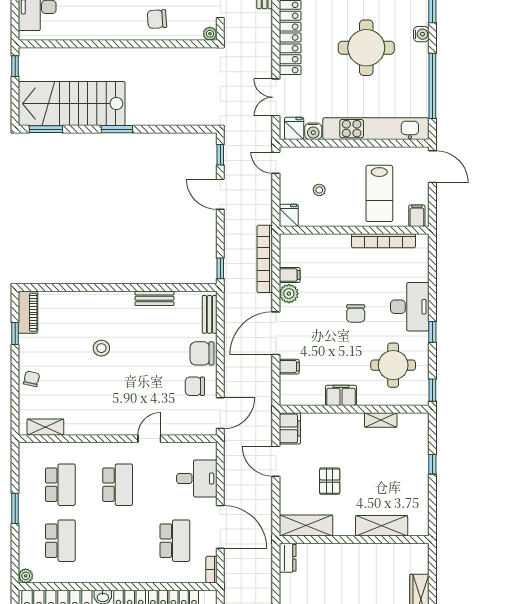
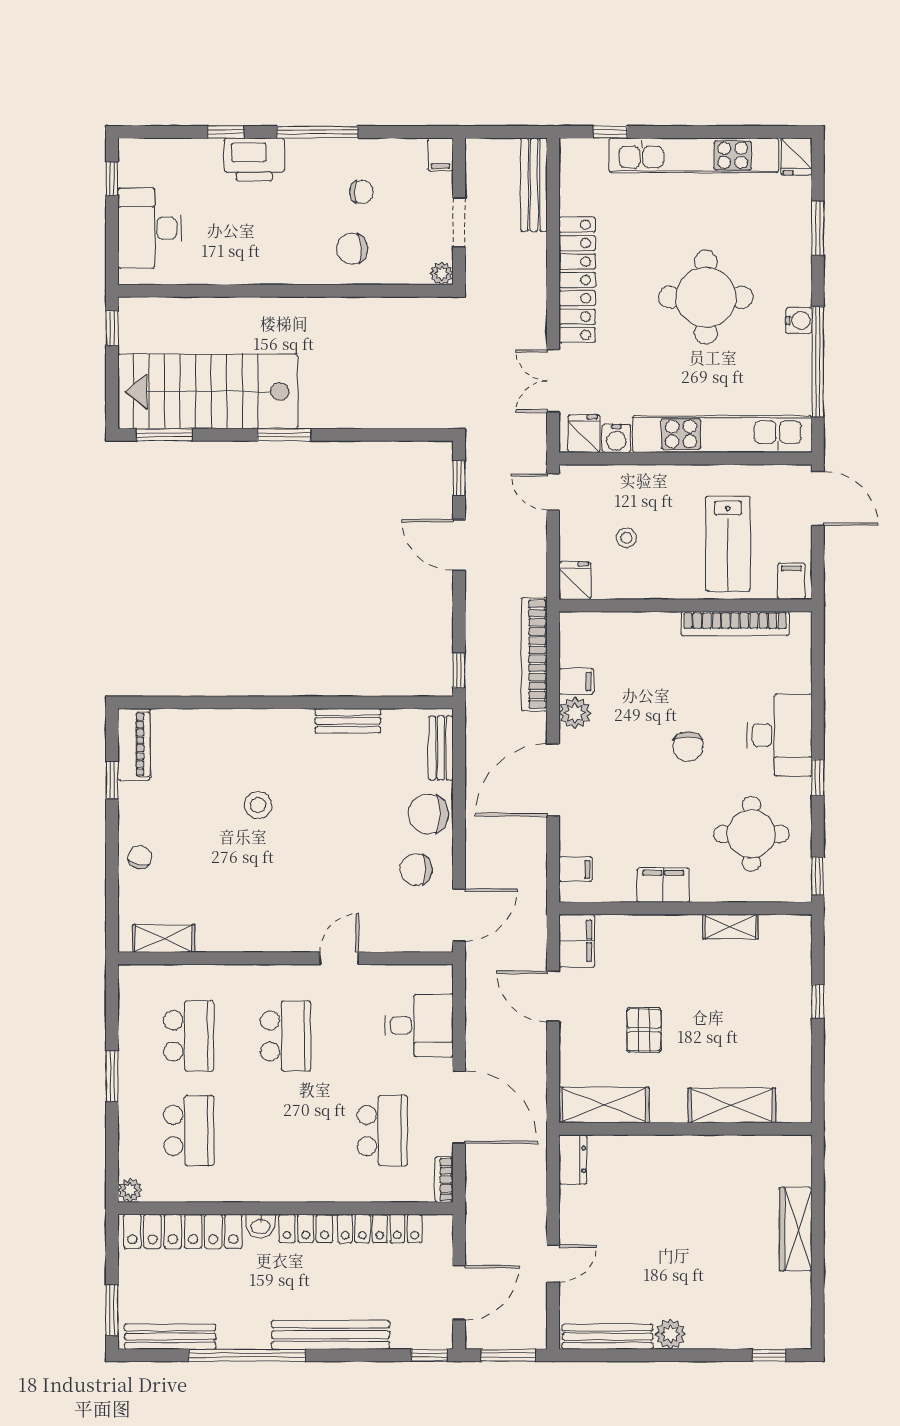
water cooler: (421, 34) -> (799, 320), moved
filing cabinet: (289, 367) -> (576, 869), moved

